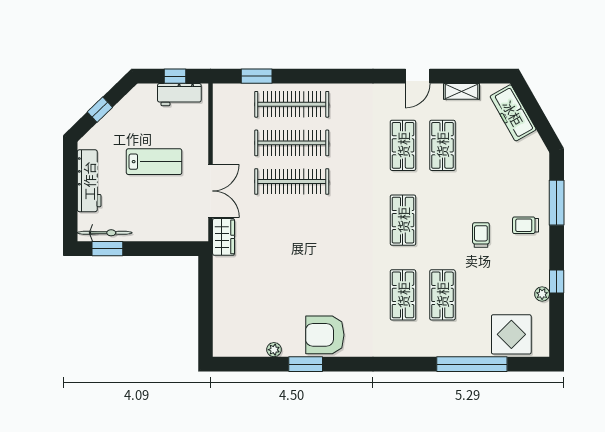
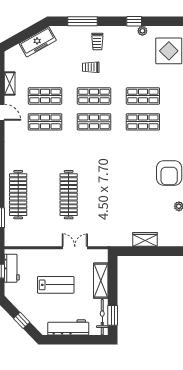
freezer: (513, 113) -> (38, 42), moved
clothes rail: (292, 143) -> (43, 195), removed
lab bench: (154, 162) -> (56, 285), turned 90
double door: (211, 191) -> (75, 248), width x0.73
shop shelf: (442, 220) -> (94, 96), added
shelving: (160, 231) -> (101, 281), added
trolley: (481, 235) -> (91, 67), moved
wardrobe: (224, 237) -> (145, 239), moved

